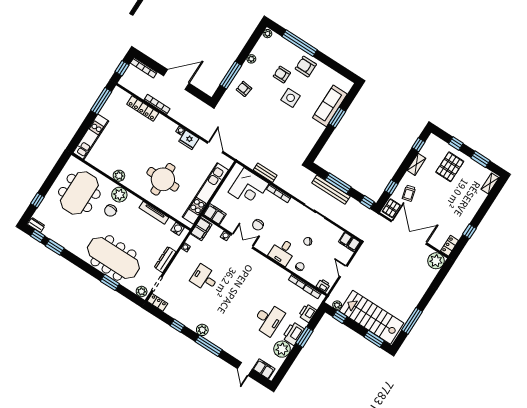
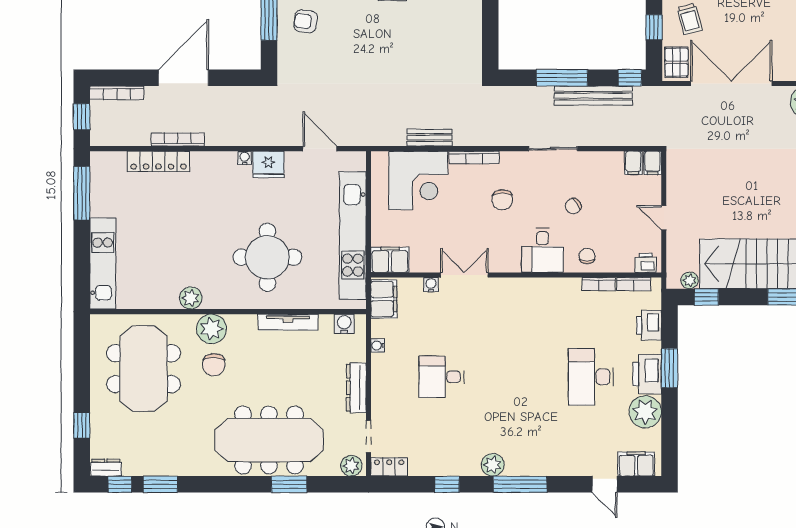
bench: (331, 190) -> (593, 96), moved
chair: (258, 225) -> (502, 200), moved
desk: (268, 319) -> (591, 377), turned 180

